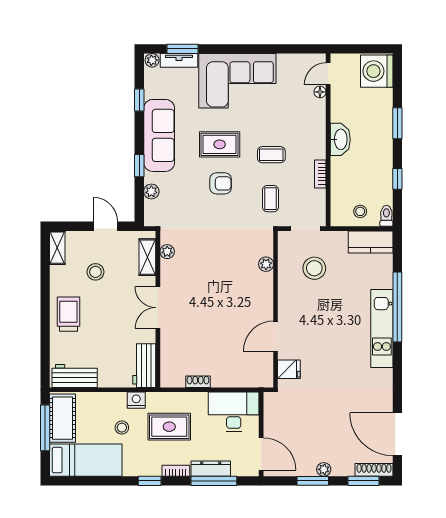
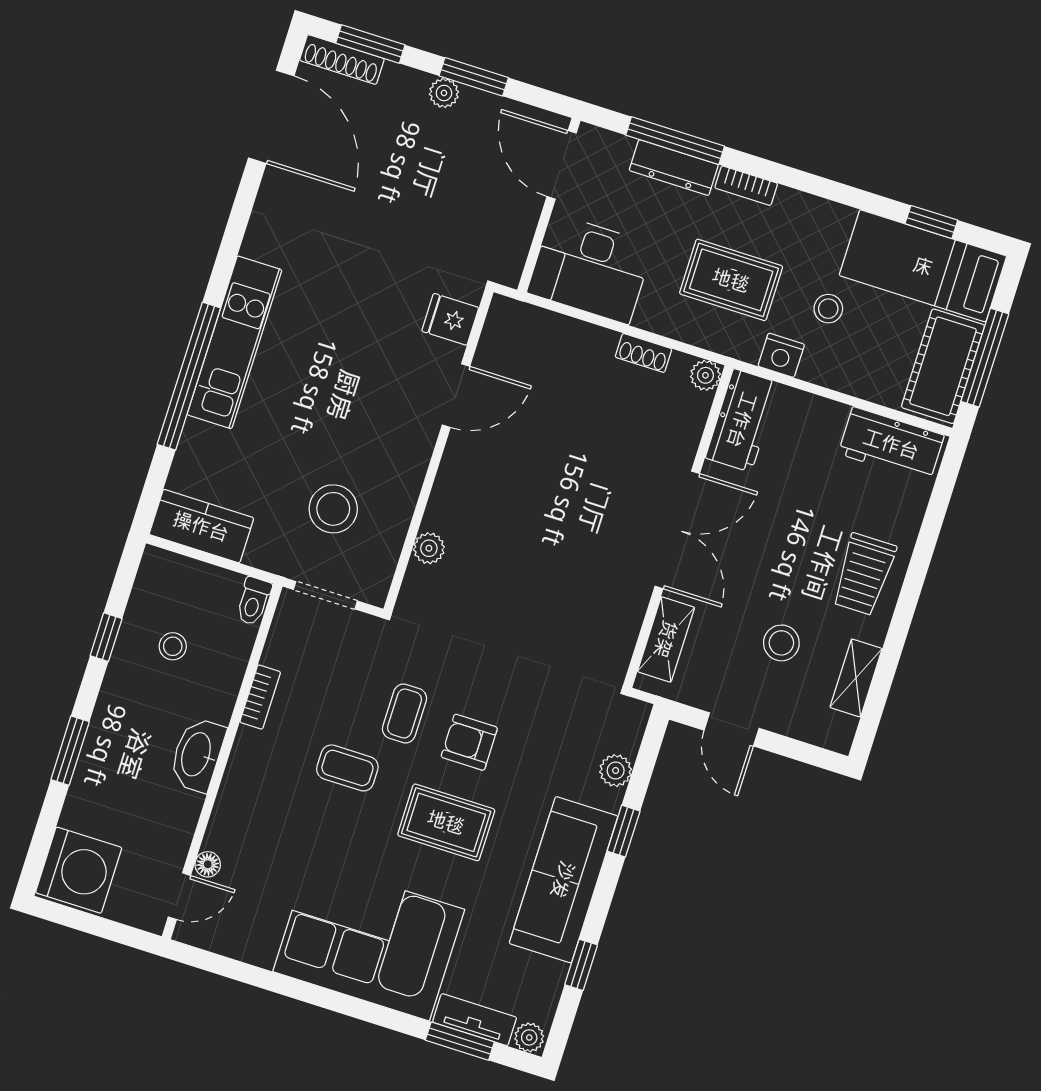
coffee table: (270, 199) -> (404, 713), moved
stool: (360, 211) -> (173, 646), moved
toilet: (386, 216) -> (254, 601), moved
shelving: (57, 248) -> (856, 678), moved
plant: (167, 252) -> (705, 375), moved
double door: (158, 308) -> (677, 530), width x1.37
window: (150, 481) -> (931, 222), moved

